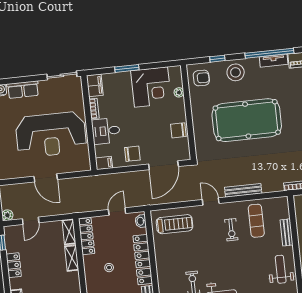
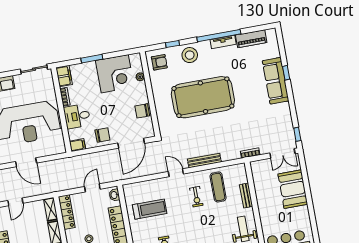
treadmill: (175, 224) -> (150, 209), moved

